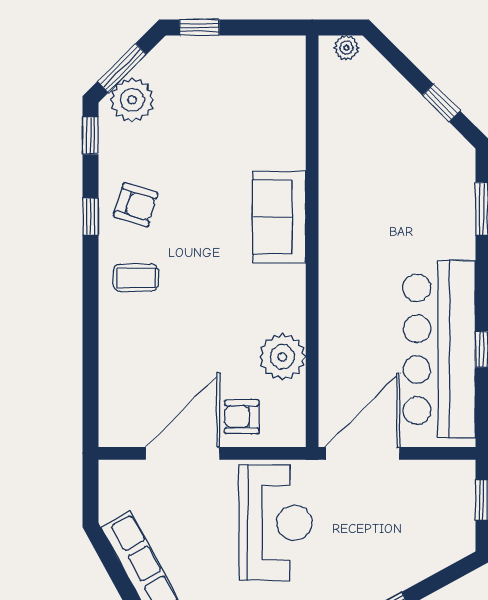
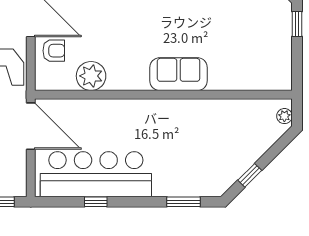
armchair: (242, 417) -> (54, 51), turned 90

